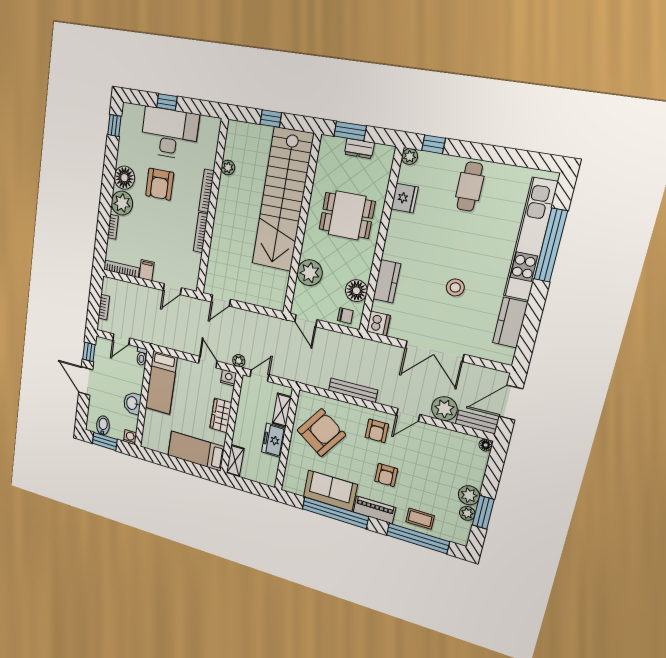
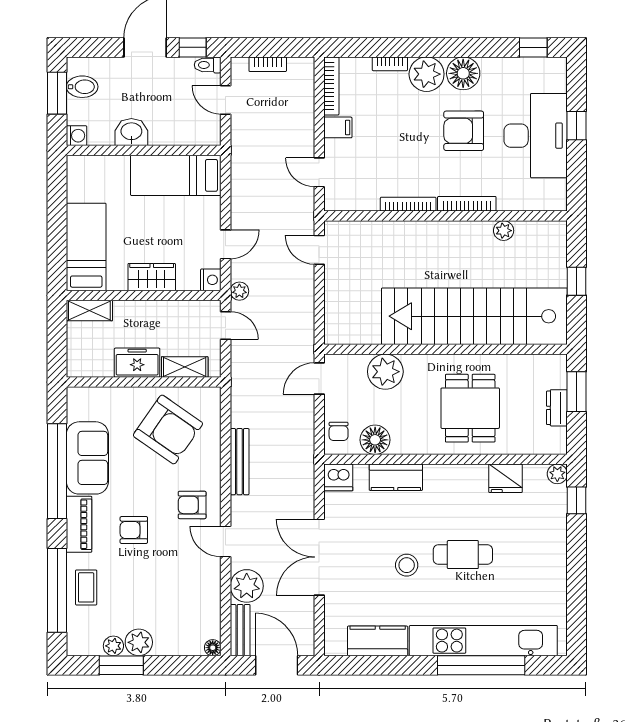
cafe table: (470, 187) -> (463, 555), moved
toilet: (142, 356) -> (208, 65), moved

